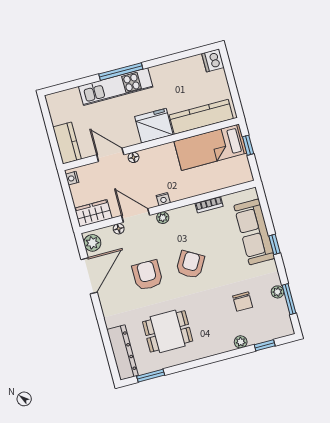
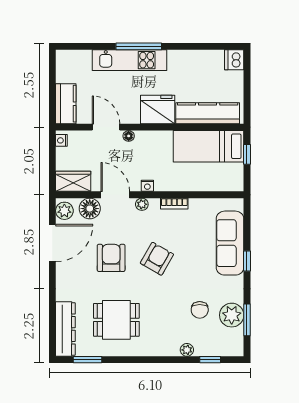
bookcase: (209, 205) -> (174, 204), moved
floor lamp: (119, 229) -> (90, 209), width x1.89, depth x1.89
plant: (277, 292) -> (232, 315), width x1.88, depth x1.88

